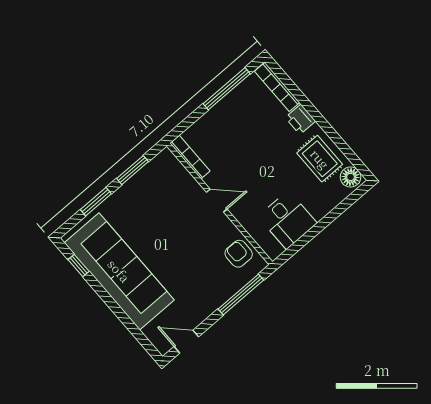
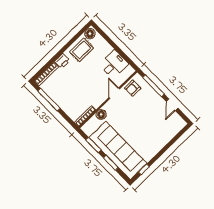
floor lamp: (191, 189) -> (101, 115), added
door: (217, 201) -> (114, 93), moved
sofa: (119, 271) -> (118, 150), moved, turned 90
door: (186, 342) -> (172, 105), moved

